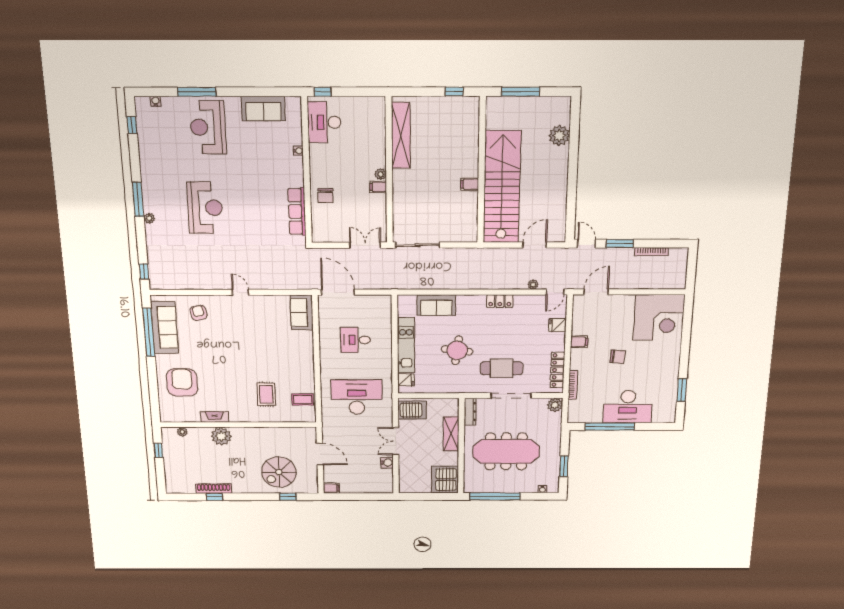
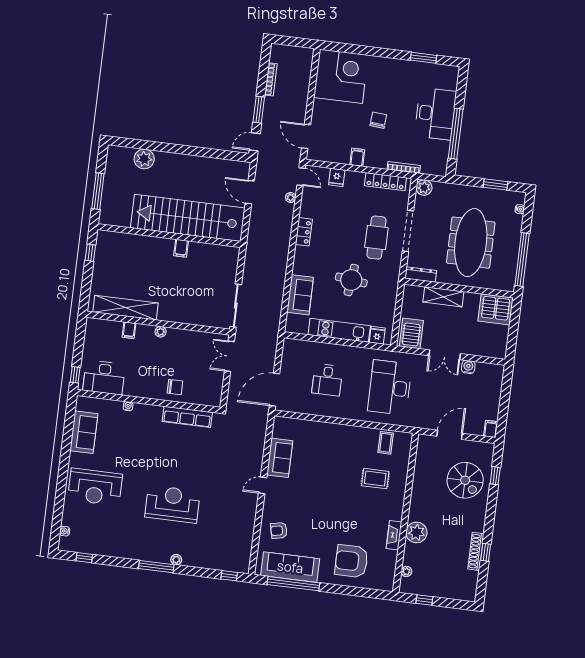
window: (197, 92) -> (61, 491), removed
filing cabinet: (378, 187) -> (129, 330), moved
sofa: (302, 312) -> (280, 458), moved, turned -90

